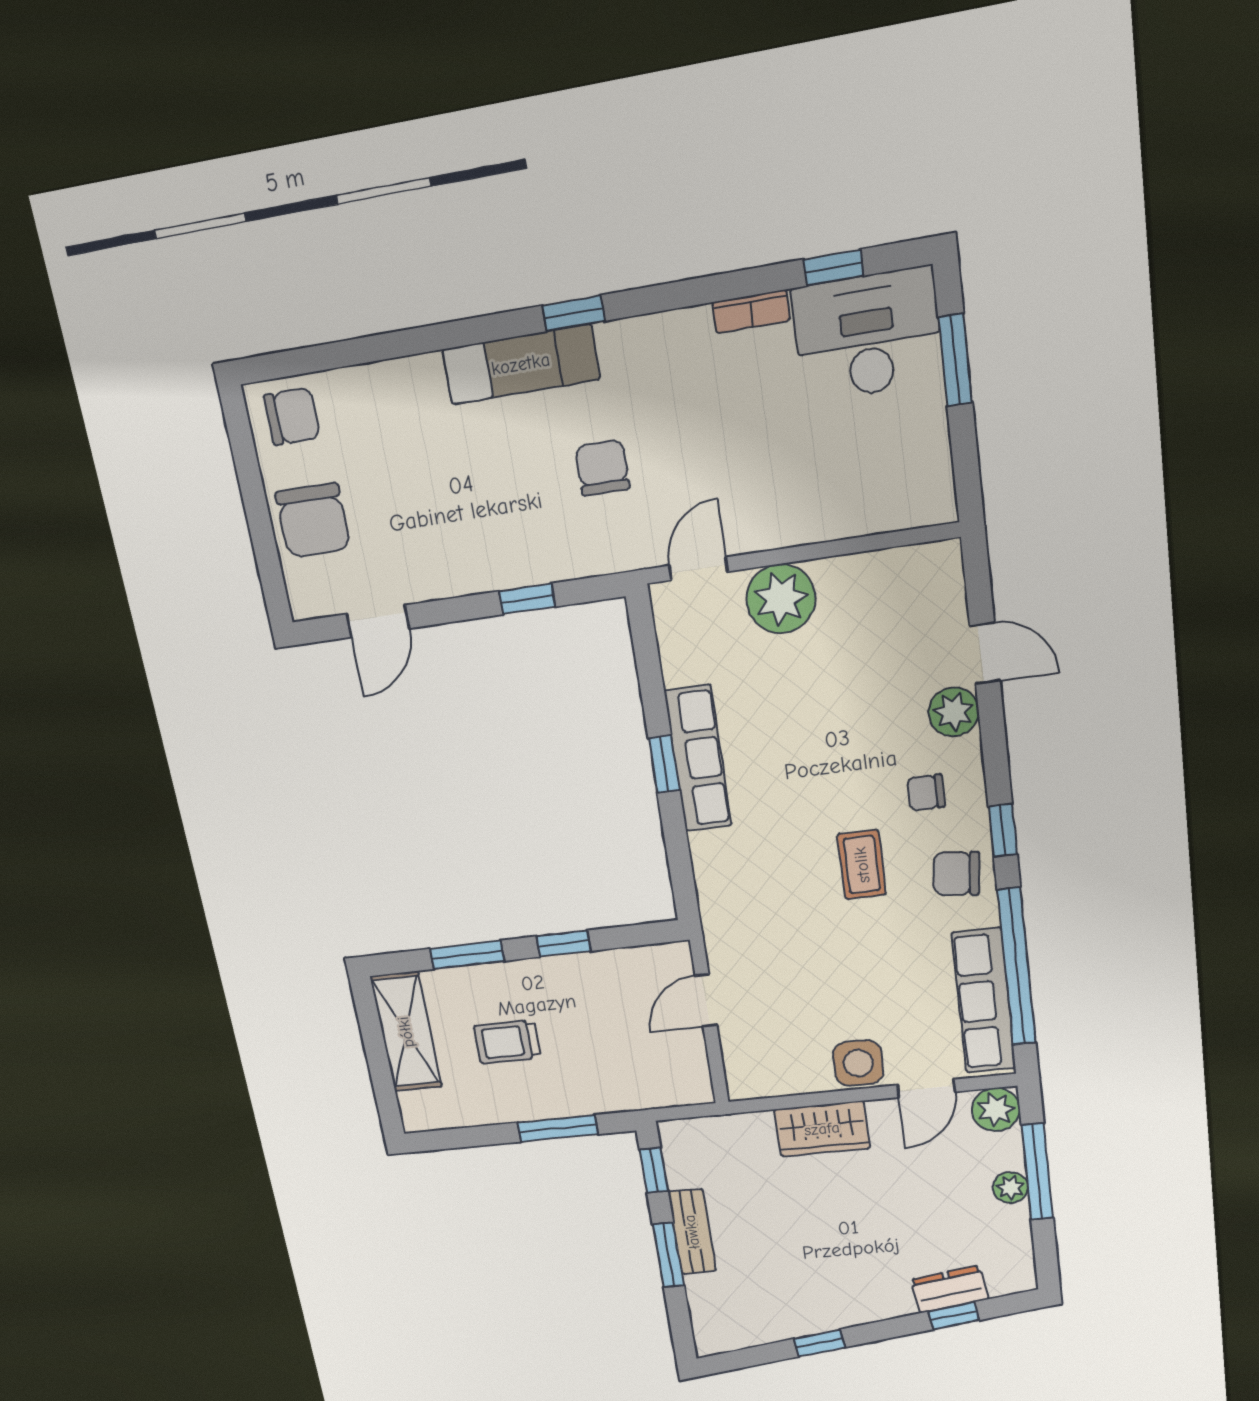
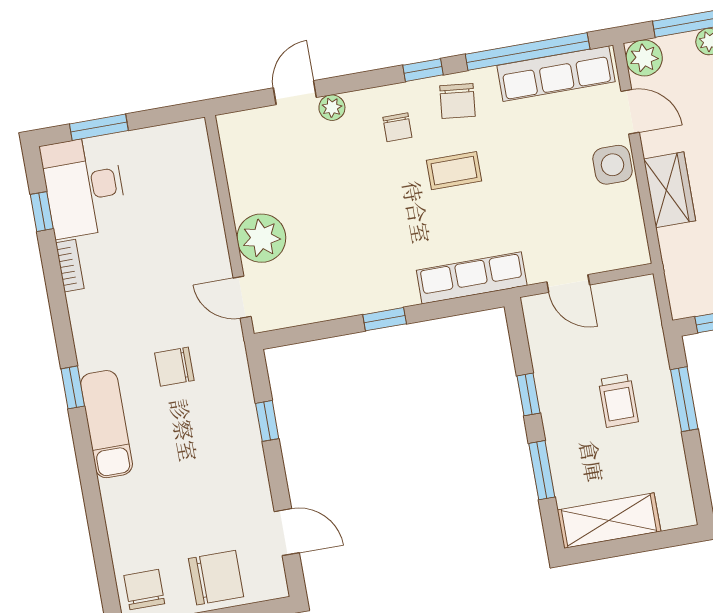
plant: (954, 712) -> (332, 108), width x0.73, depth x0.73
row of seats: (698, 759) -> (472, 278), moved
trolley: (507, 1042) -> (618, 401), moved

